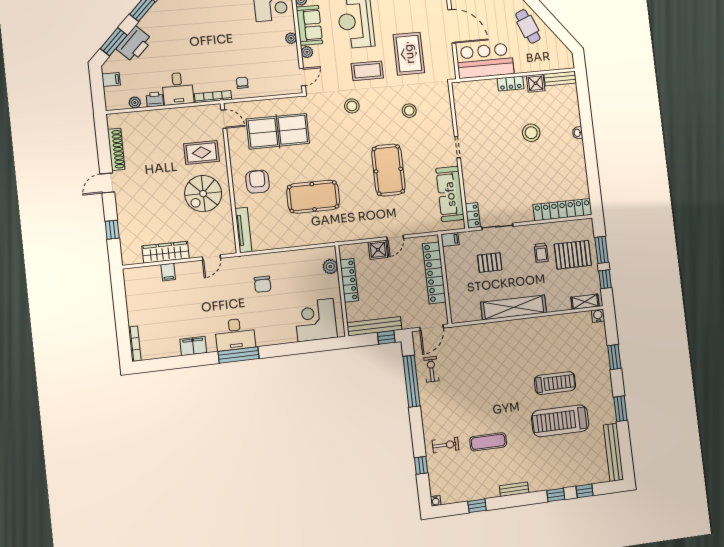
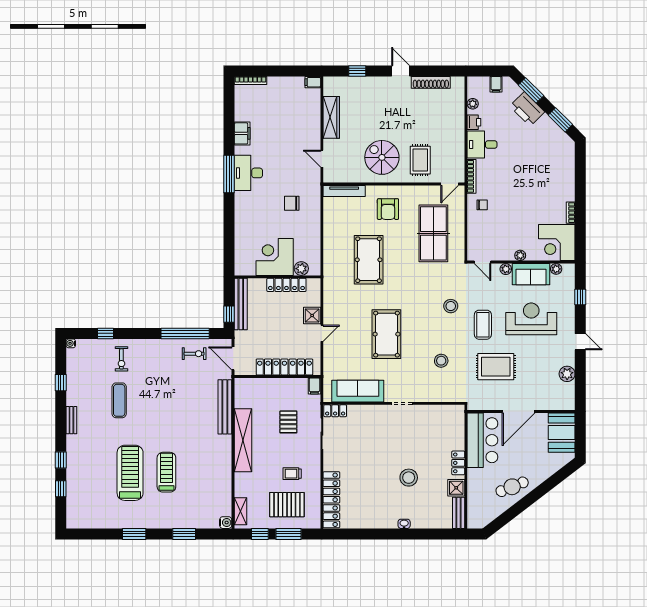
pool table: (388, 170) -> (386, 334), turned 90
armchair: (257, 182) -> (388, 209), turned 90
door: (395, 238) -> (322, 333), swing flipped
pallet: (573, 255) -> (287, 505), turned 90
filing cabinet: (168, 272) -> (313, 82), moved
corner desk: (316, 320) -> (275, 257), moved, turned -90
treadmill: (555, 383) -> (166, 472), turned 180
bench: (613, 452) -> (225, 407), moved, turned 90

